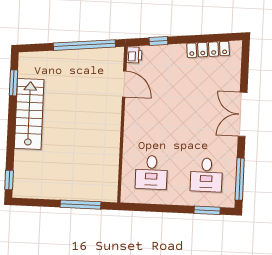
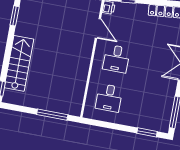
stairs: (29, 114) -> (19, 63), moved
desk: (206, 175) -> (116, 59), moved

